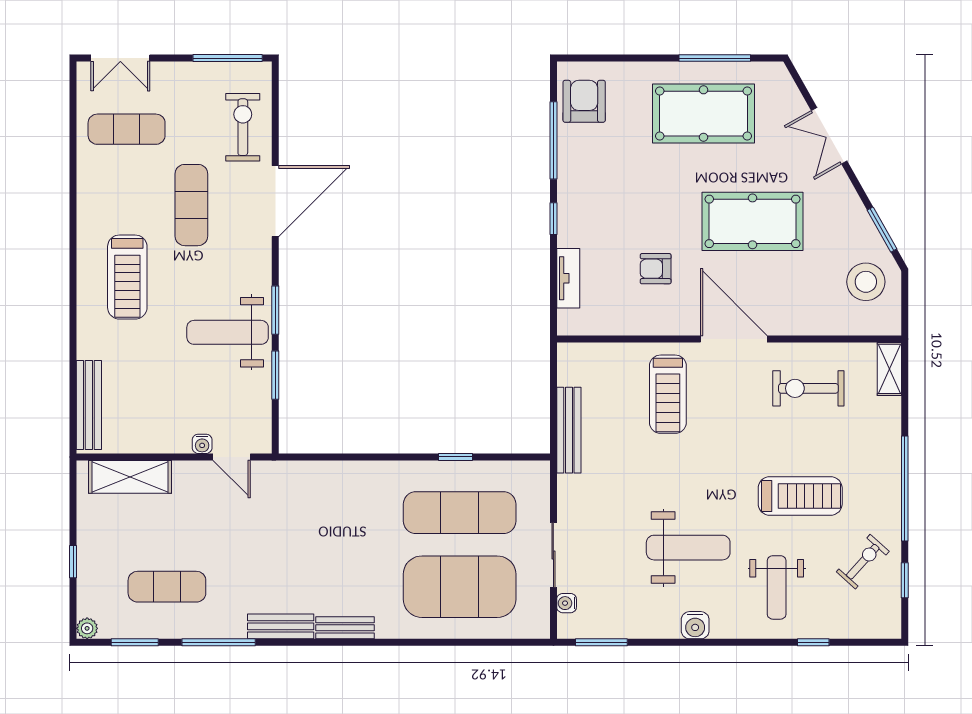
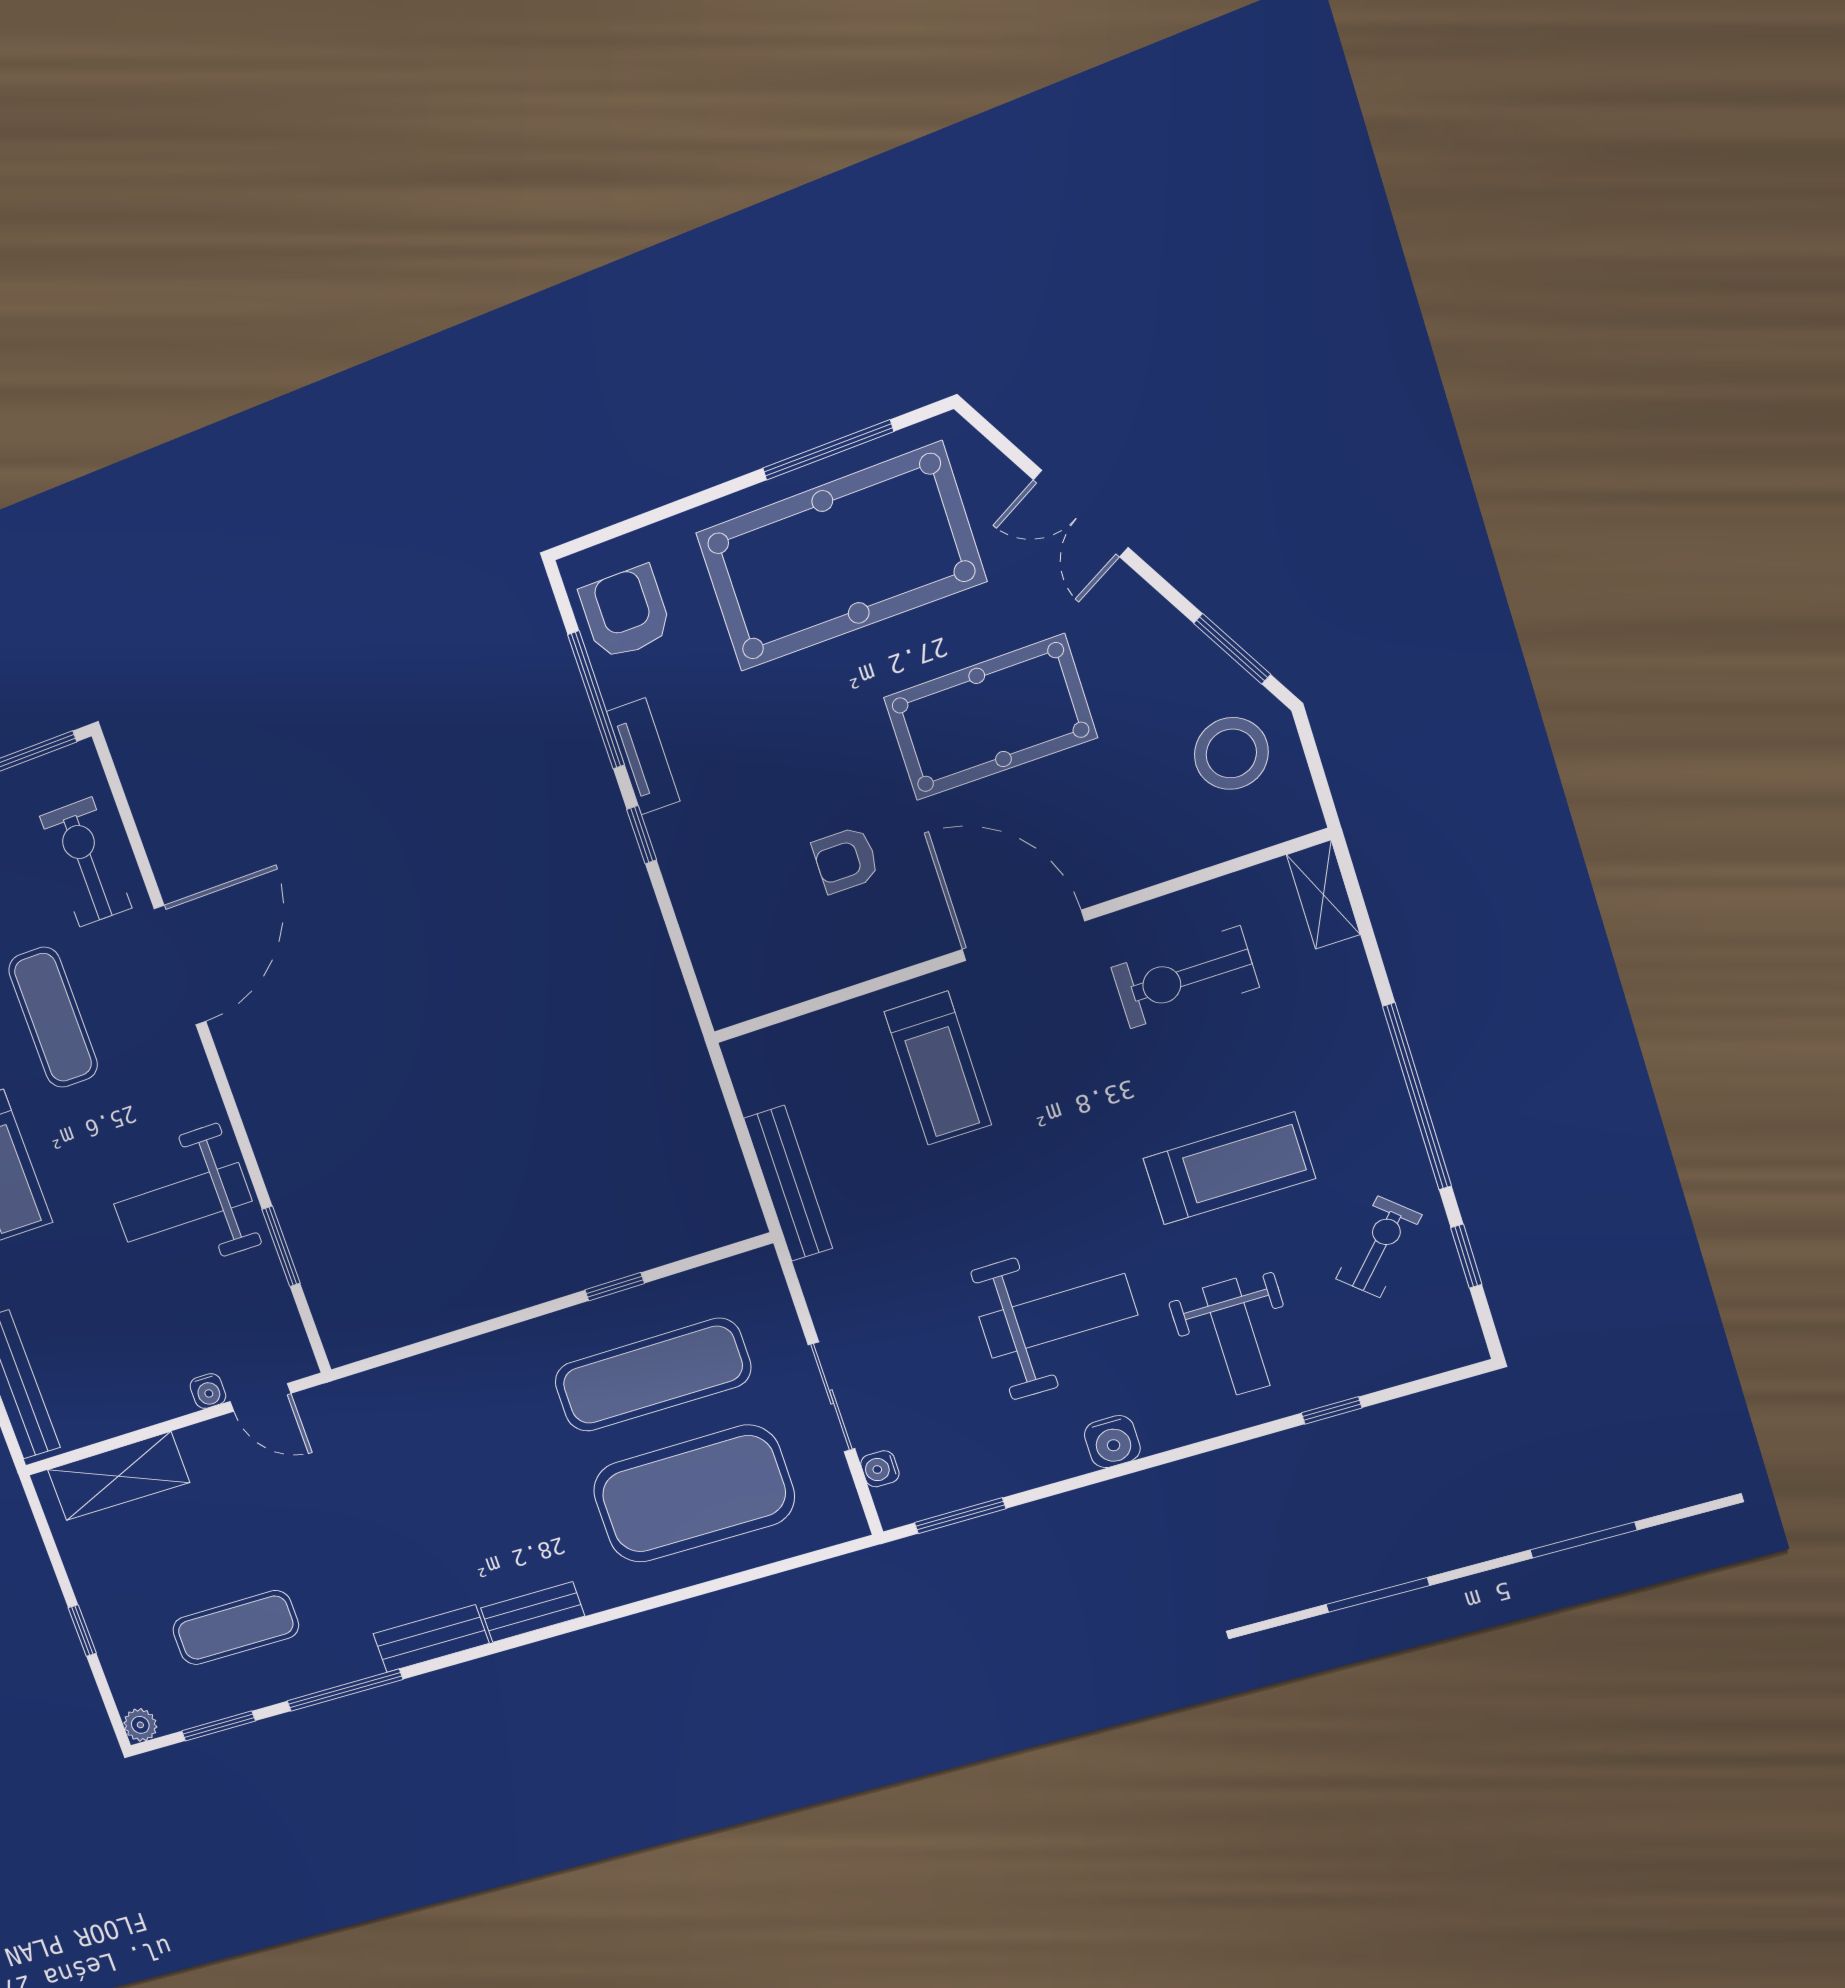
pool table: (703, 114) -> (841, 557), width x1.36, depth x1.32
tv unit: (568, 278) -> (643, 756), moved
window: (275, 310) -> (244, 1142), removed

